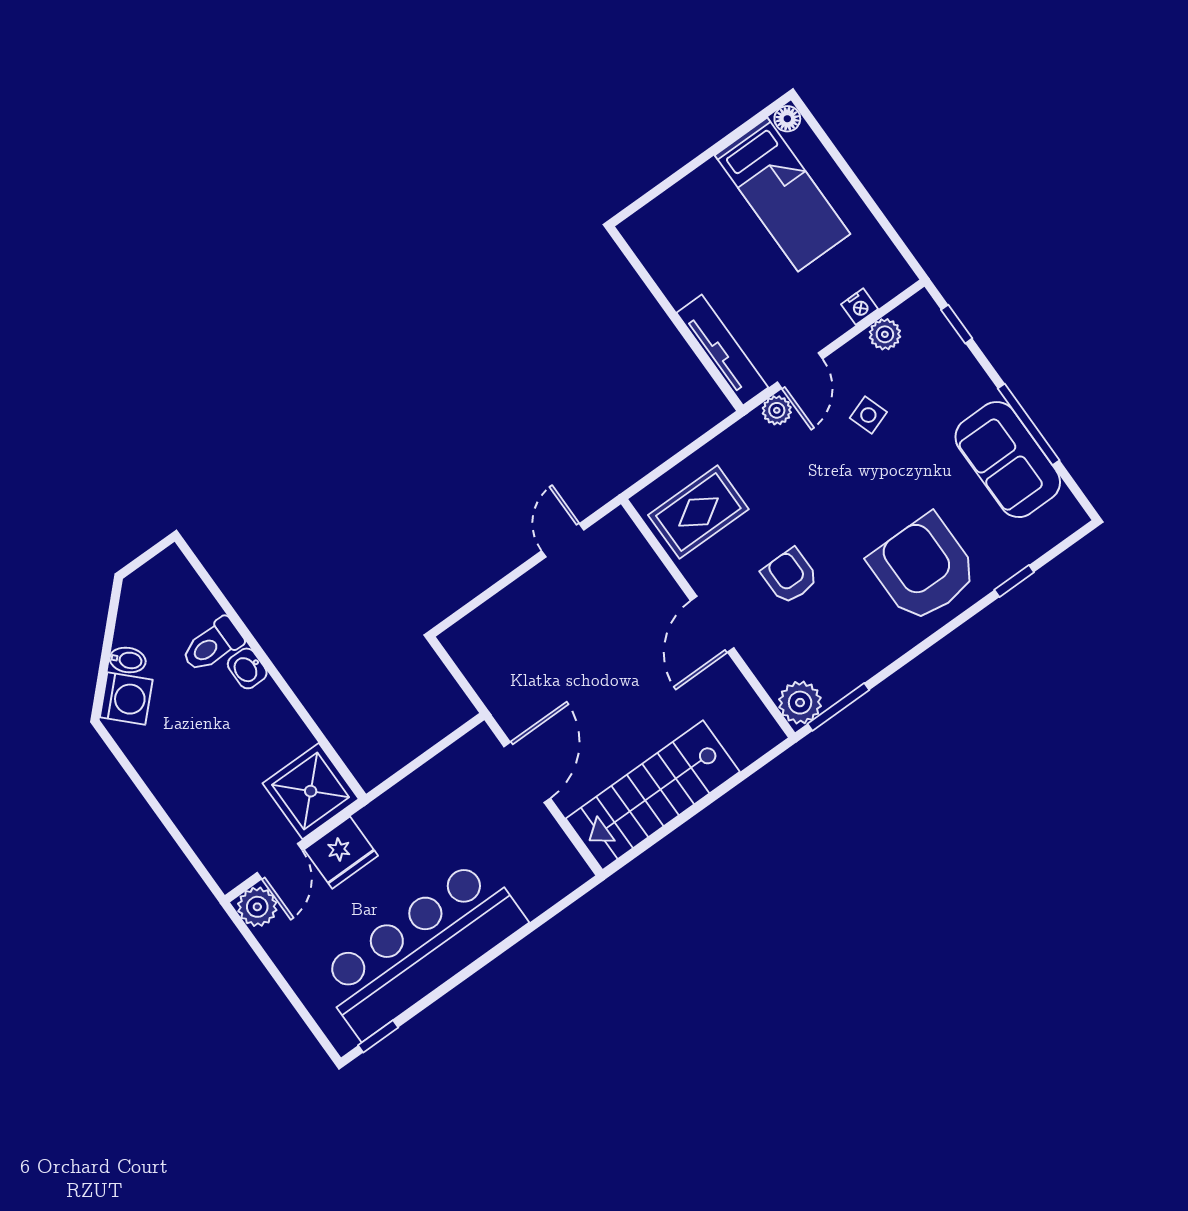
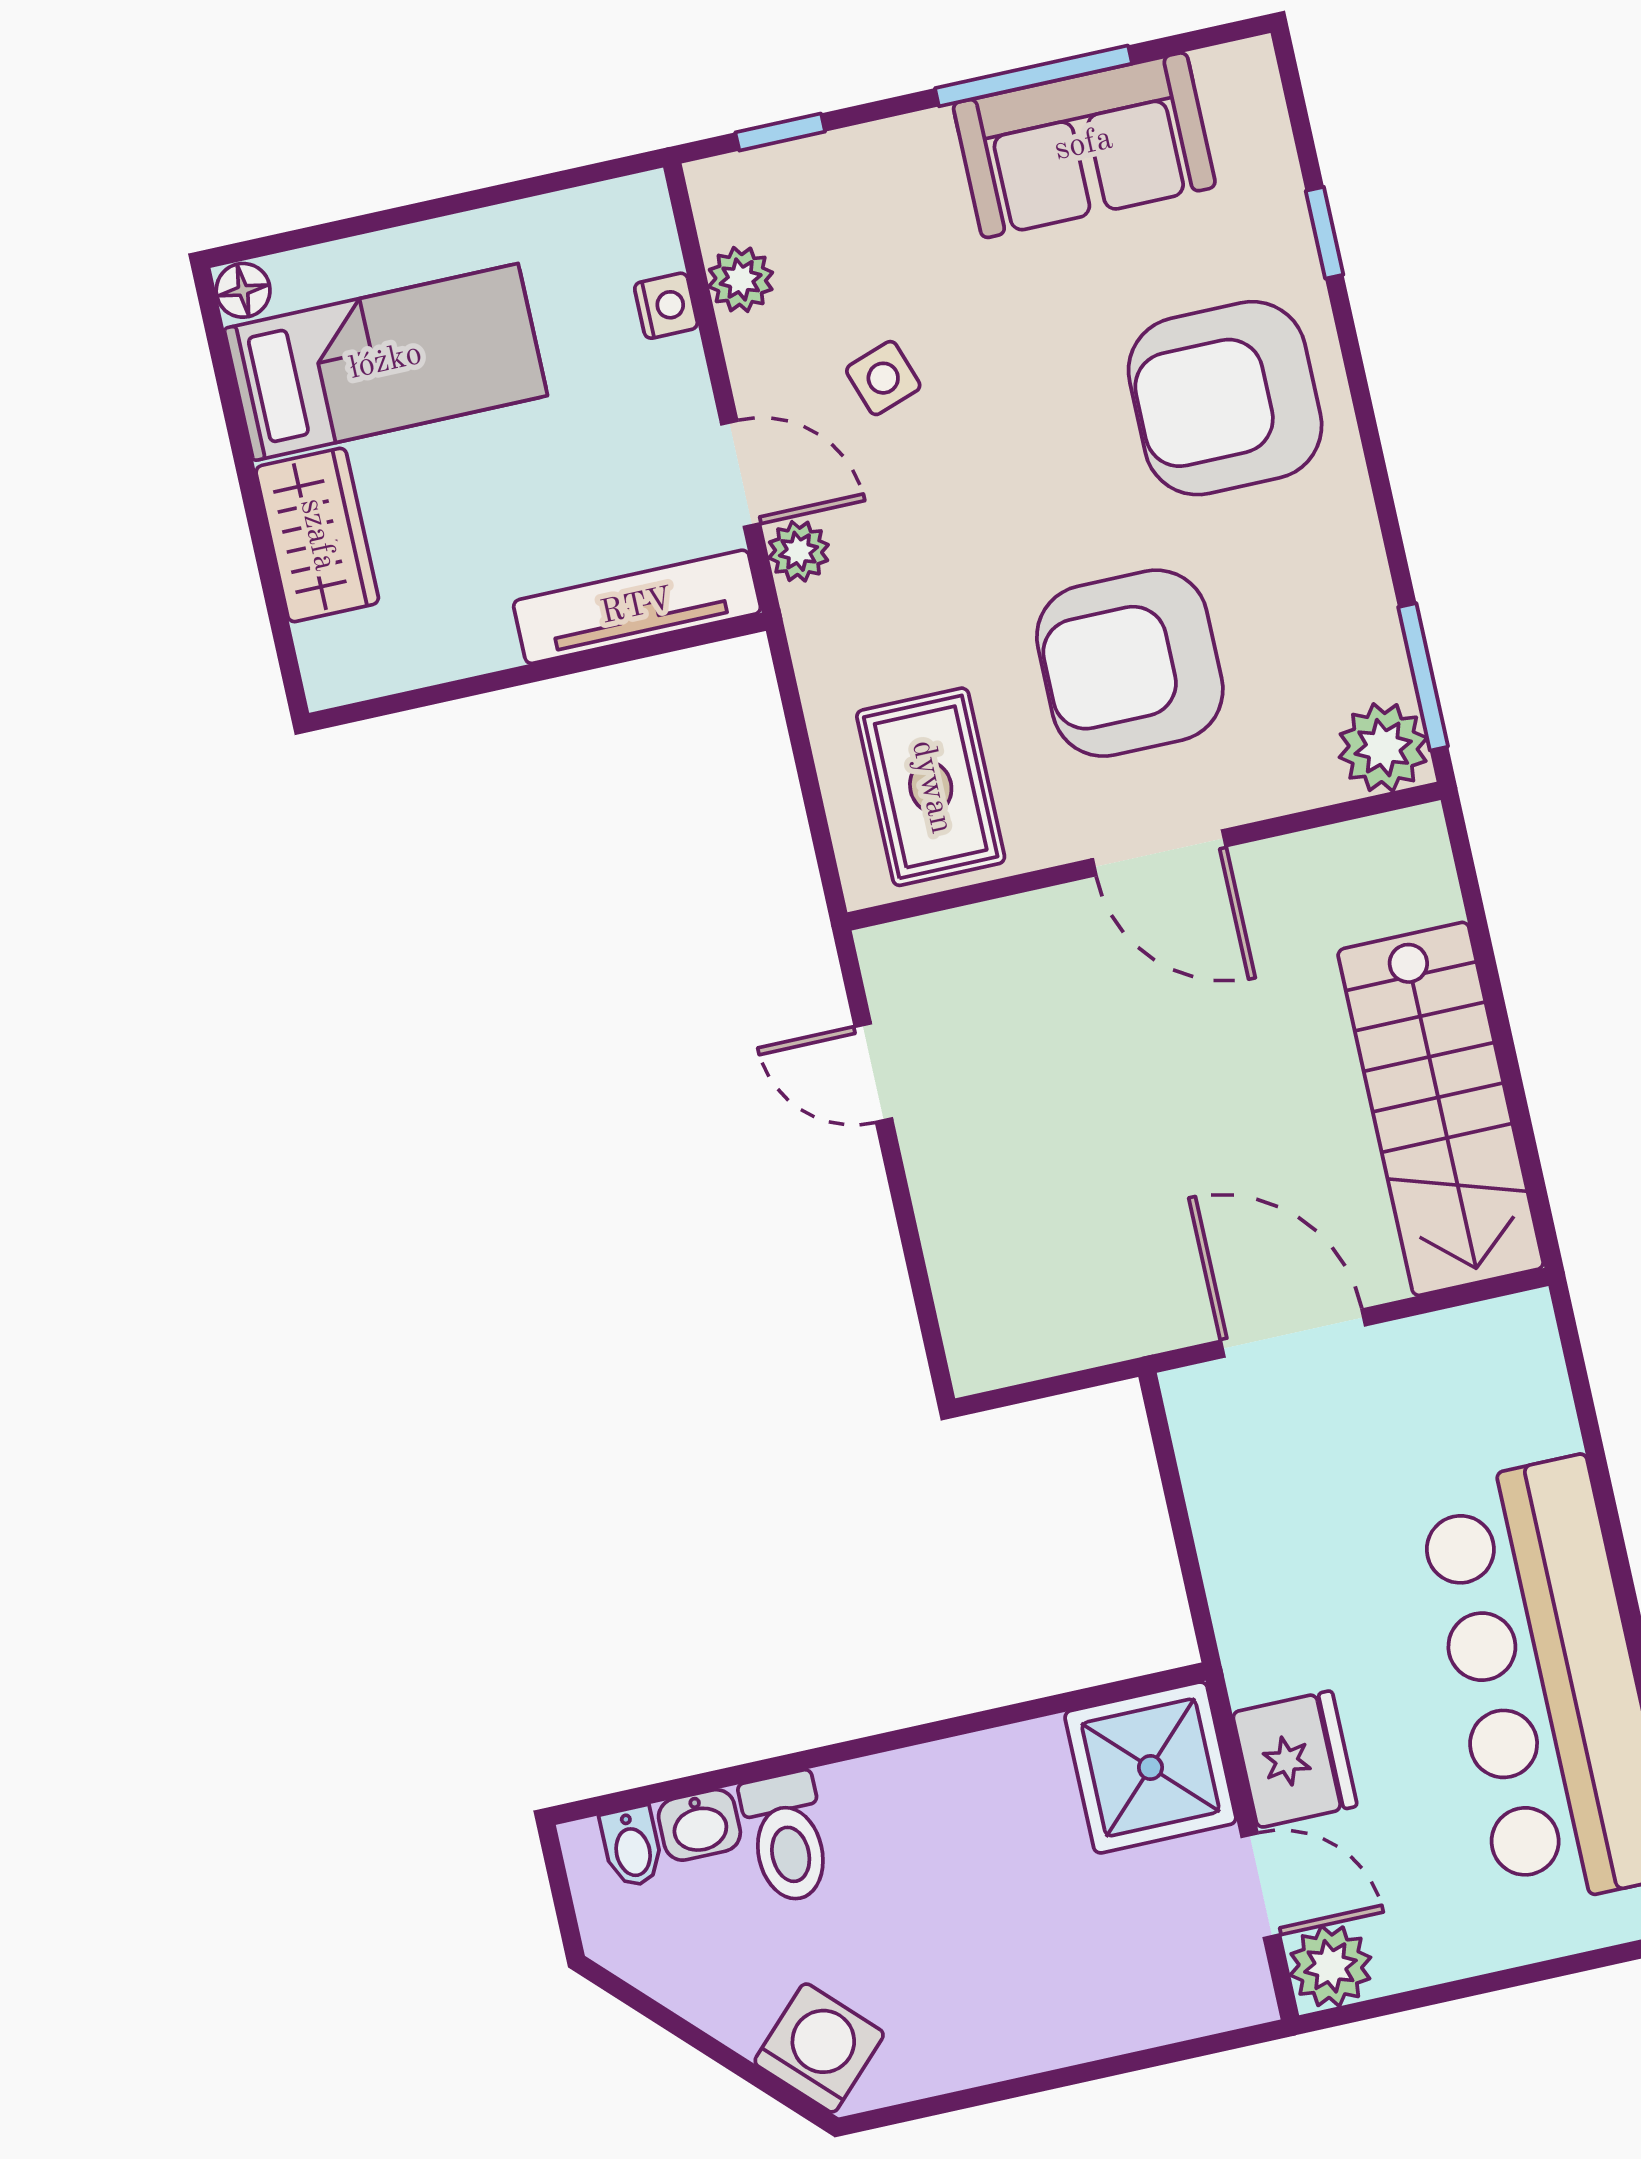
wardrobe: (694, 197) -> (317, 535), added
armchair: (790, 576) -> (1130, 663), width x1.88, depth x1.88
bidet: (128, 660) -> (632, 1847), moved, turned 135
washbasin: (247, 668) -> (699, 1825), moved

